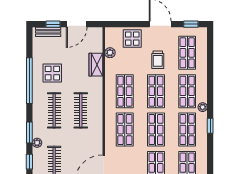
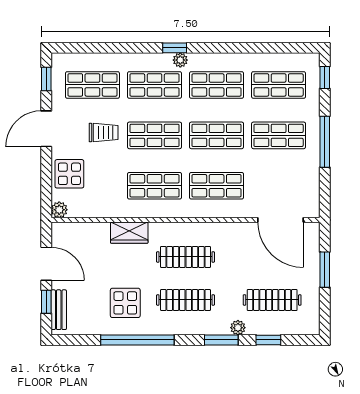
plant: (110, 53) -> (59, 210), moved
wardrobe: (96, 65) -> (129, 233), moved
window: (210, 126) -> (175, 48), moved

